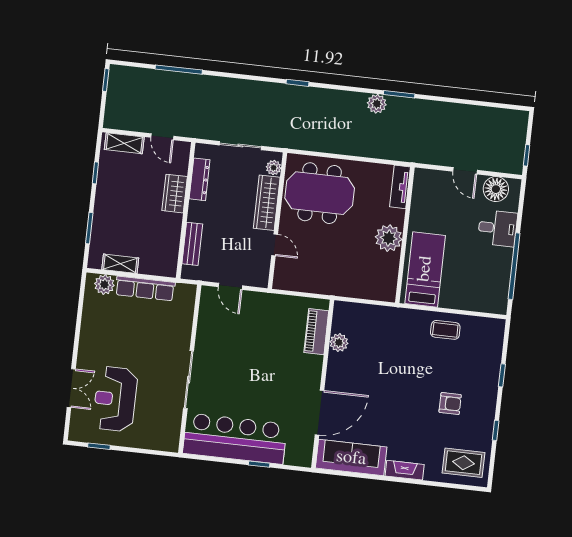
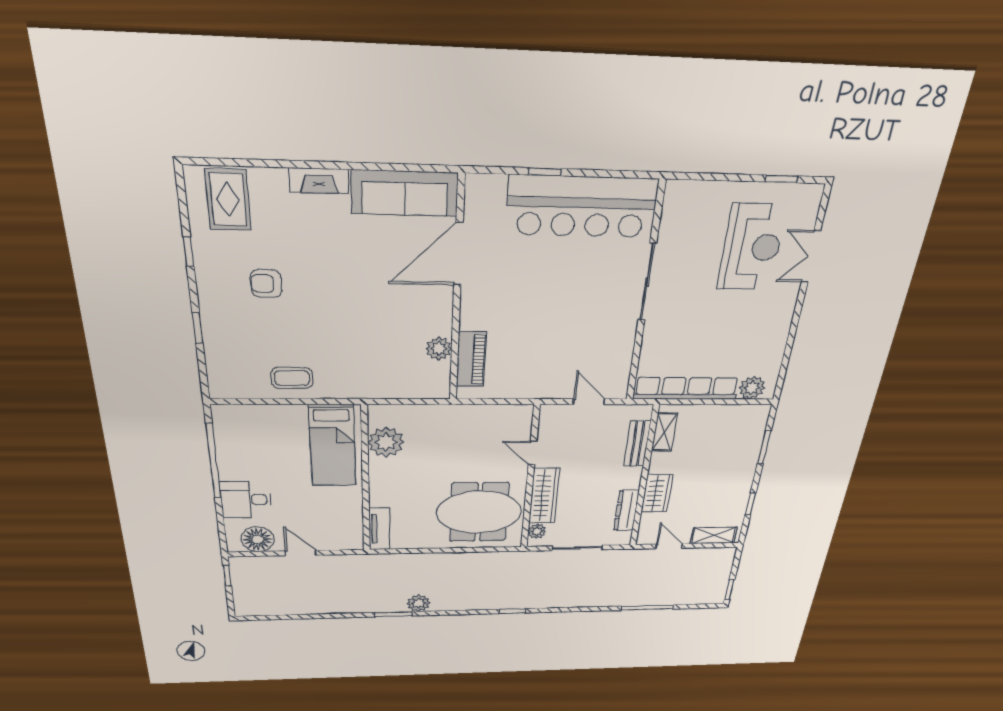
plant: (389, 238) -> (386, 442), moved
shelving: (120, 264) -> (664, 432), moved, turned 90
row of seats: (145, 288) -> (686, 388), width x1.36
rug: (463, 463) -> (228, 200), turned 90

